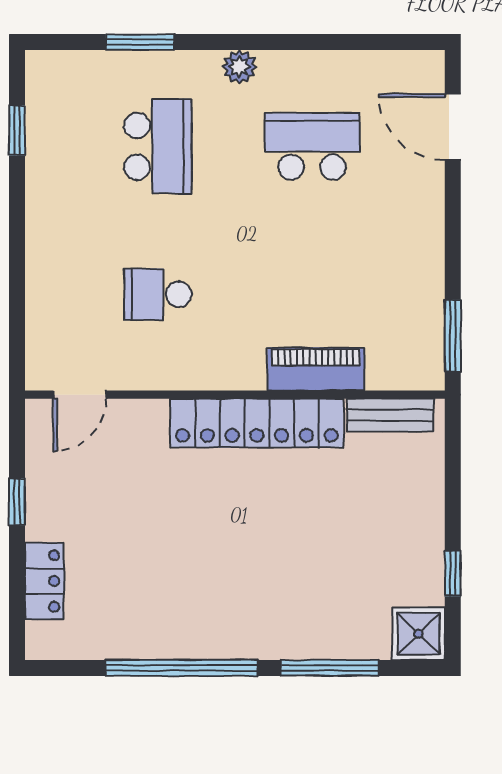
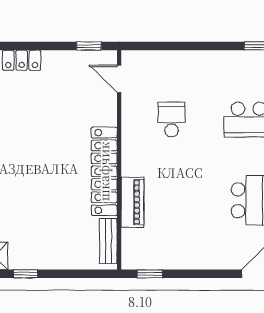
window: (453, 336) -> (150, 274), width x0.67
window: (17, 502) -> (89, 46), moved

